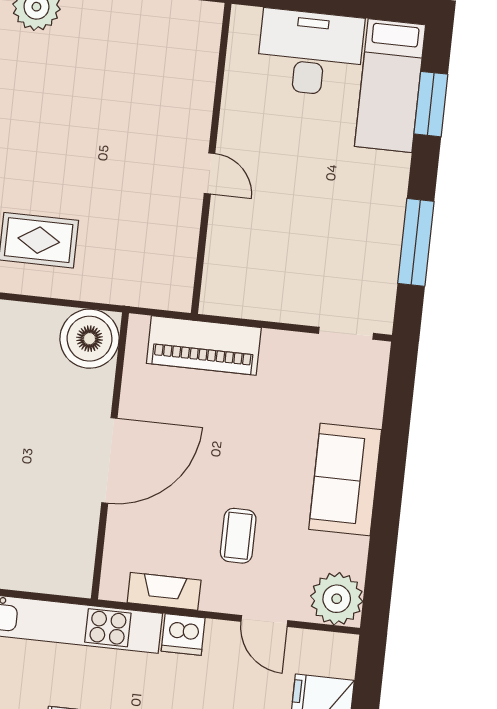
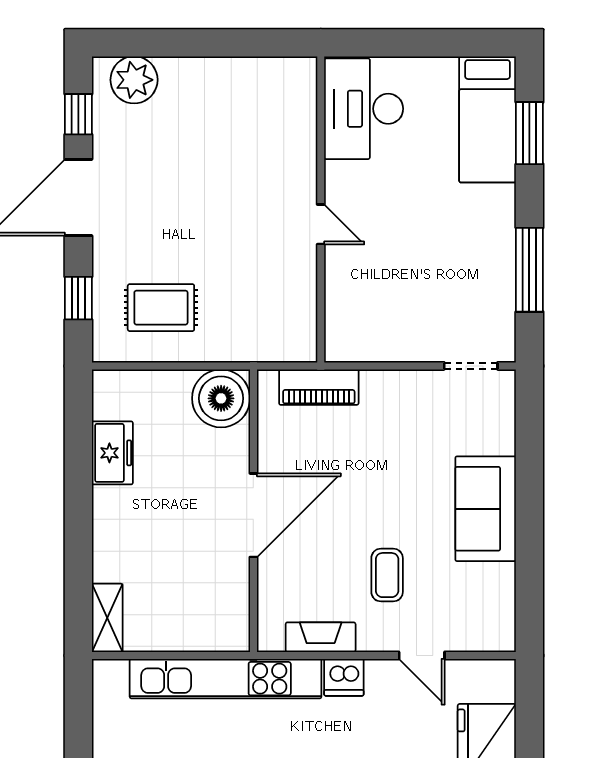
desk: (310, 53) -> (364, 109), moved, turned -90
piano: (204, 345) -> (319, 387), width x0.73, depth x0.75
plant: (337, 599) -> (490, 626), removed

